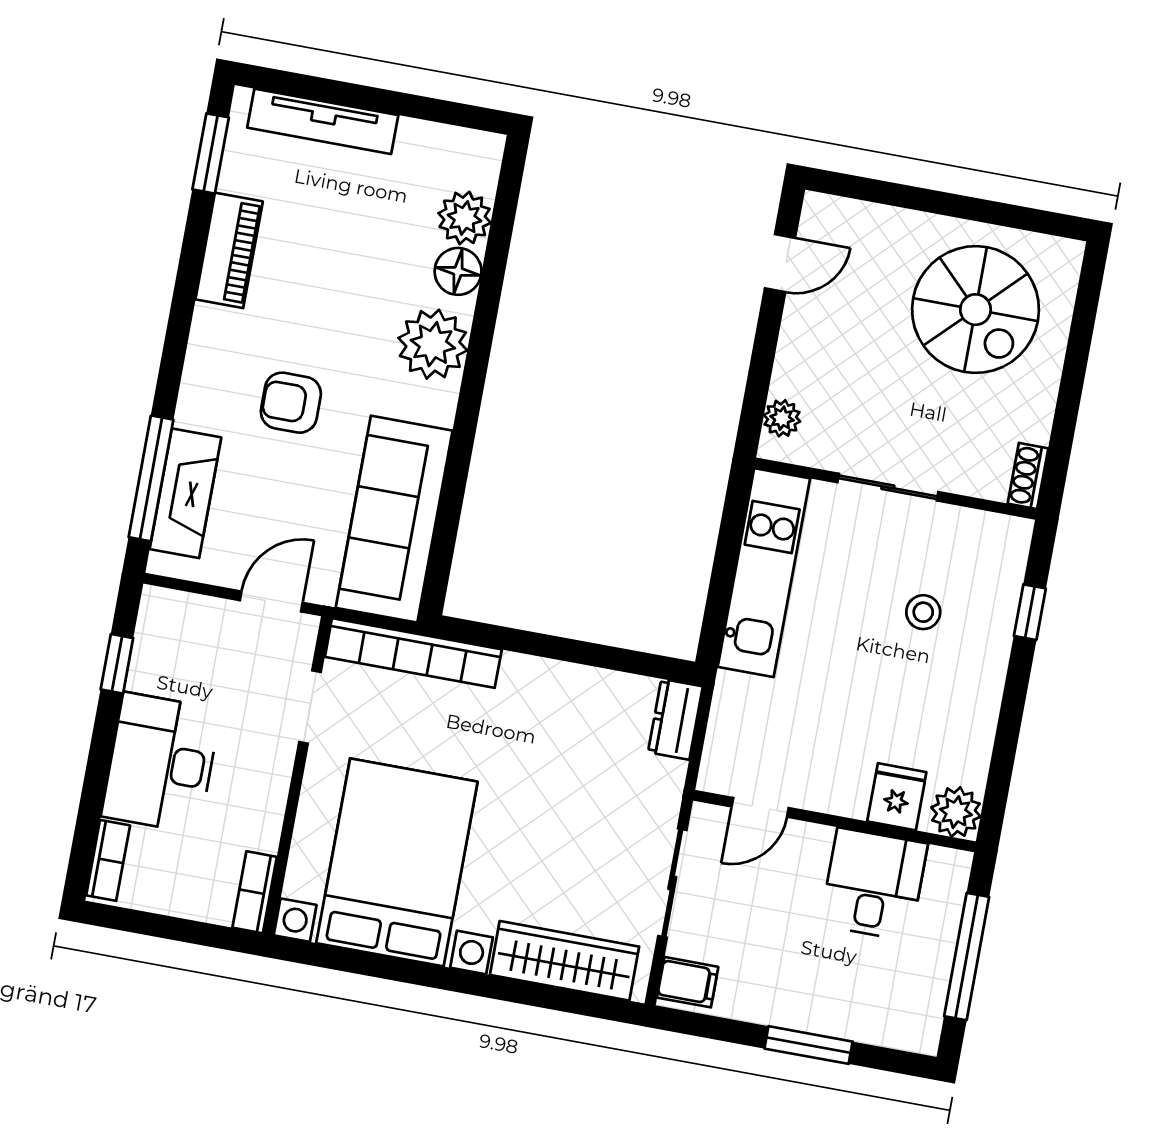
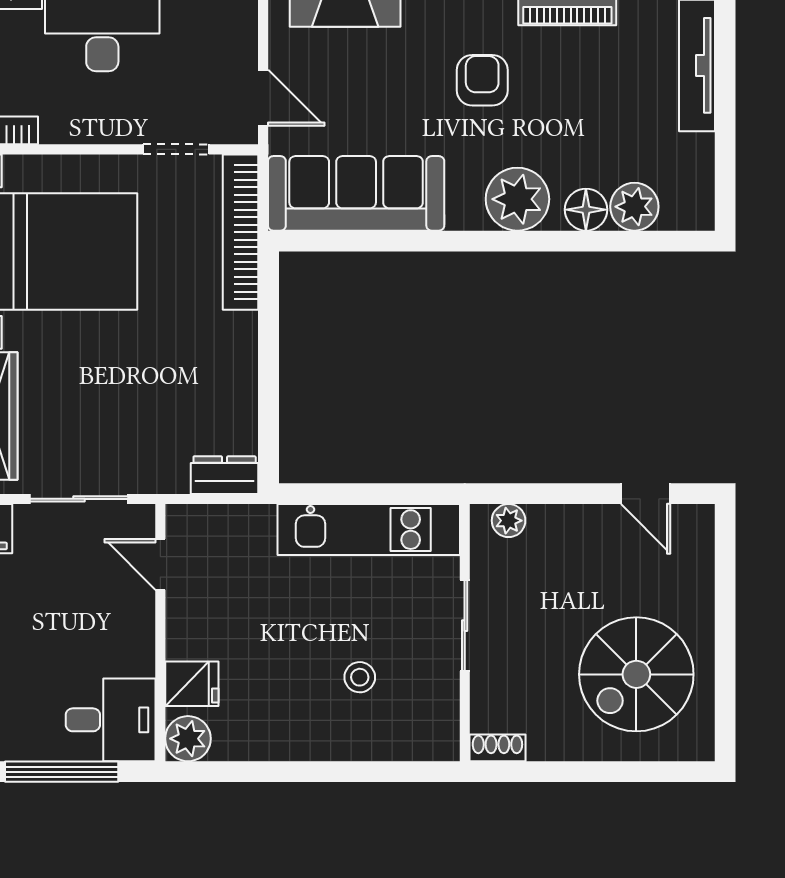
armchair: (291, 403) -> (482, 80), moved
window: (1030, 612) -> (377, 772), removed
desk: (874, 884) -> (111, 720), moved

